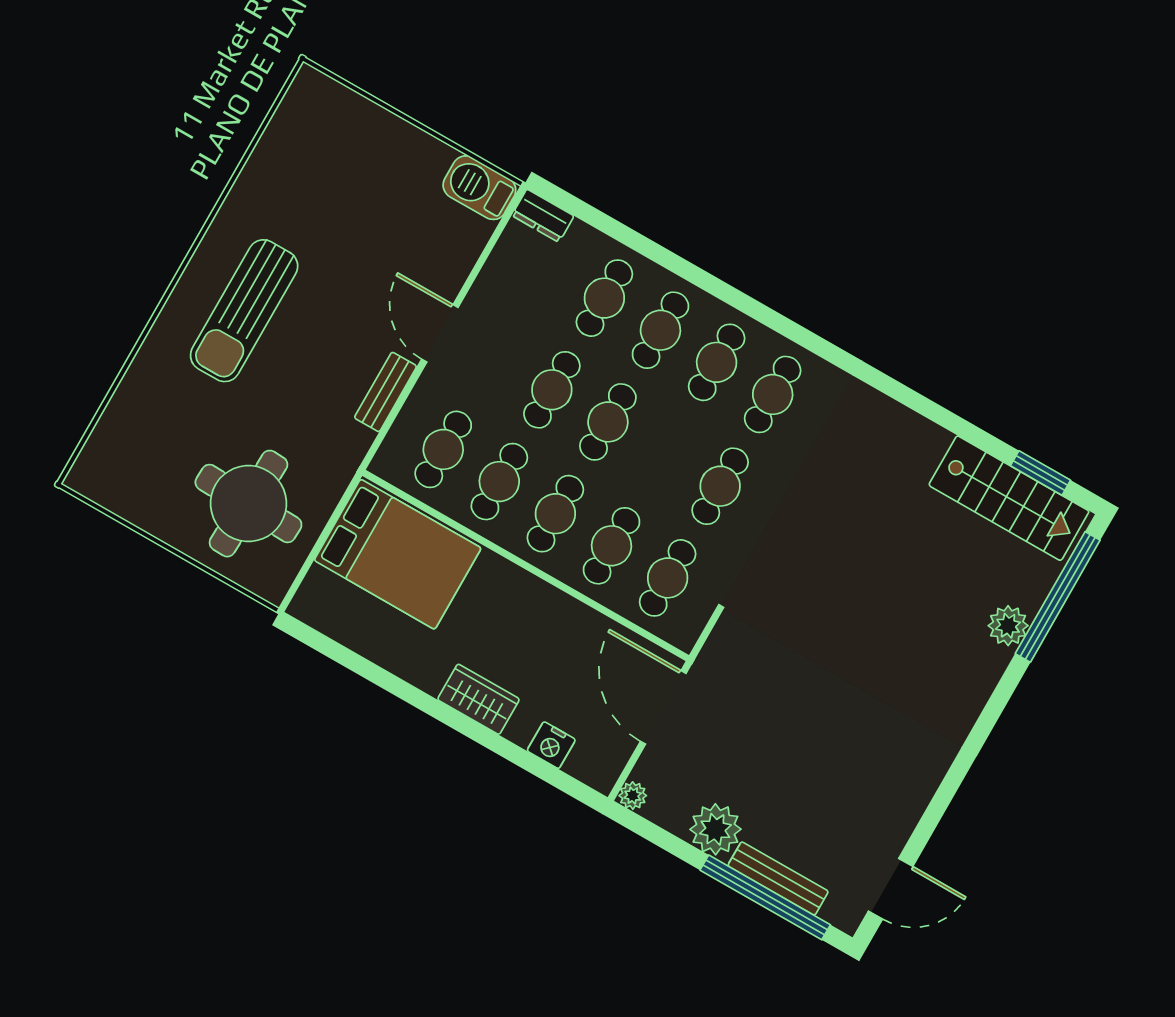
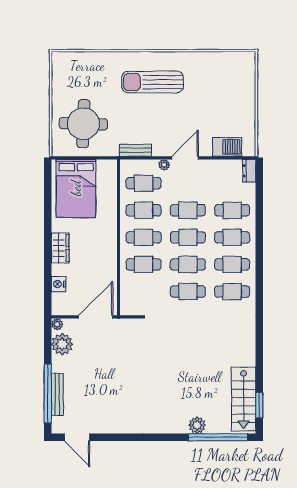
barbecue: (479, 188) -> (227, 147), moved, turned 90
plant: (430, 385) -> (164, 165), added
bench: (386, 392) -> (135, 150), moved
bed: (398, 554) -> (76, 188), moved
cafe table: (668, 578) -> (188, 264), moved
plant: (715, 829) -> (62, 344), moved

